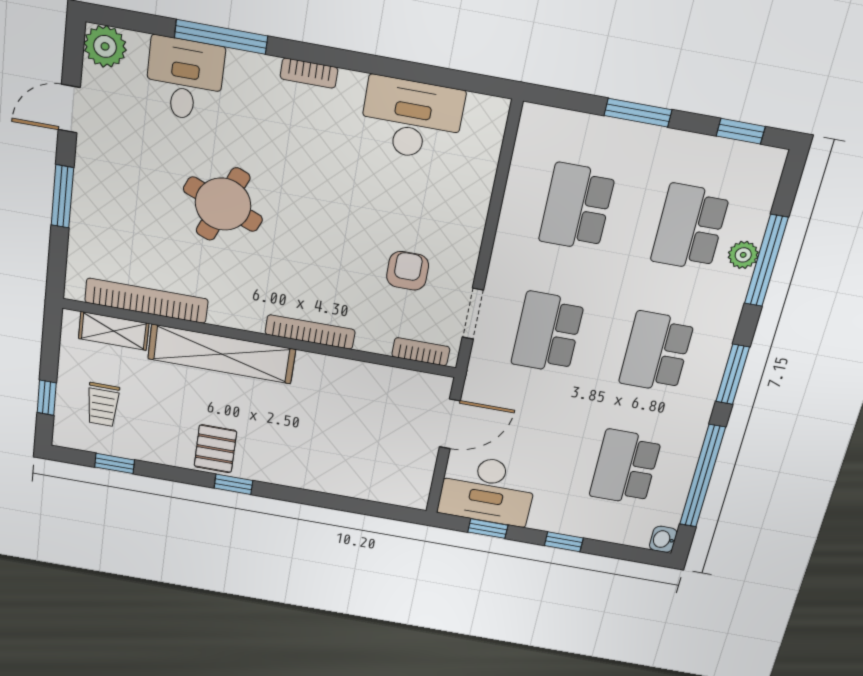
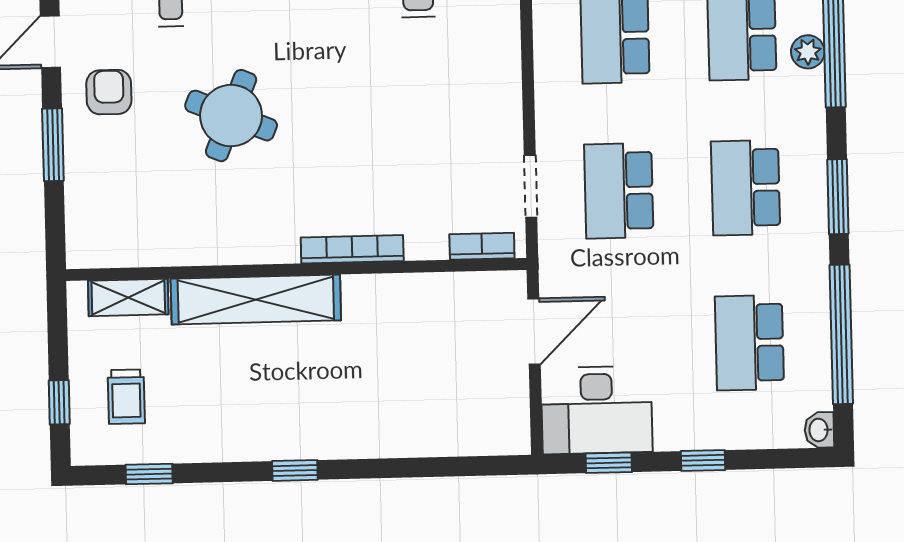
armchair: (408, 271) -> (109, 92), moved
bookcase: (146, 301) -> (161, 251), removed
pallet: (215, 449) -> (266, 426), removed

